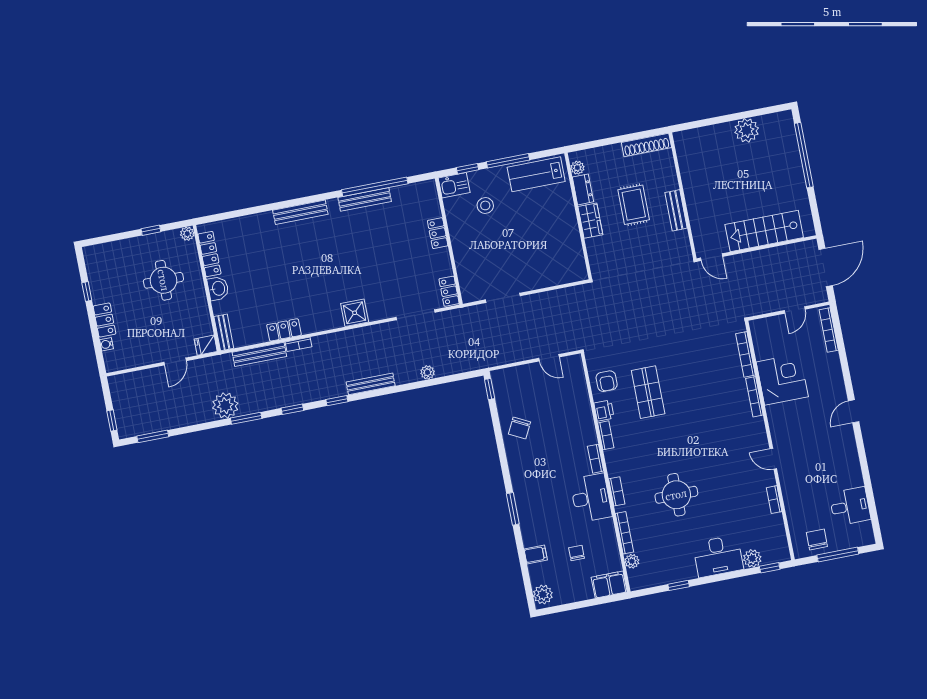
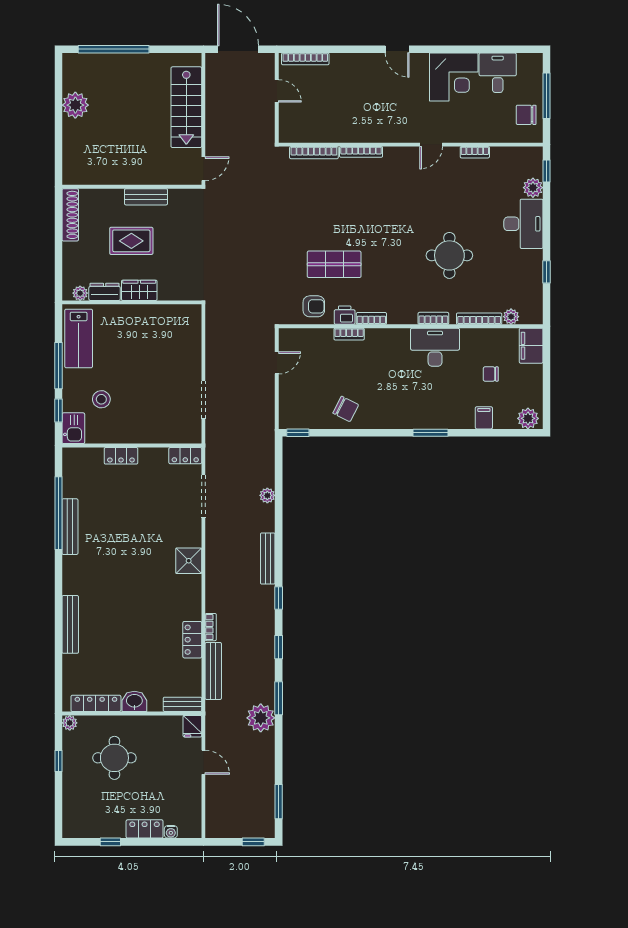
bench: (300, 212) -> (70, 624), moved
corner desk: (782, 379) -> (454, 77), moved, turned 180
bookcase: (596, 459) -> (349, 334), moved

